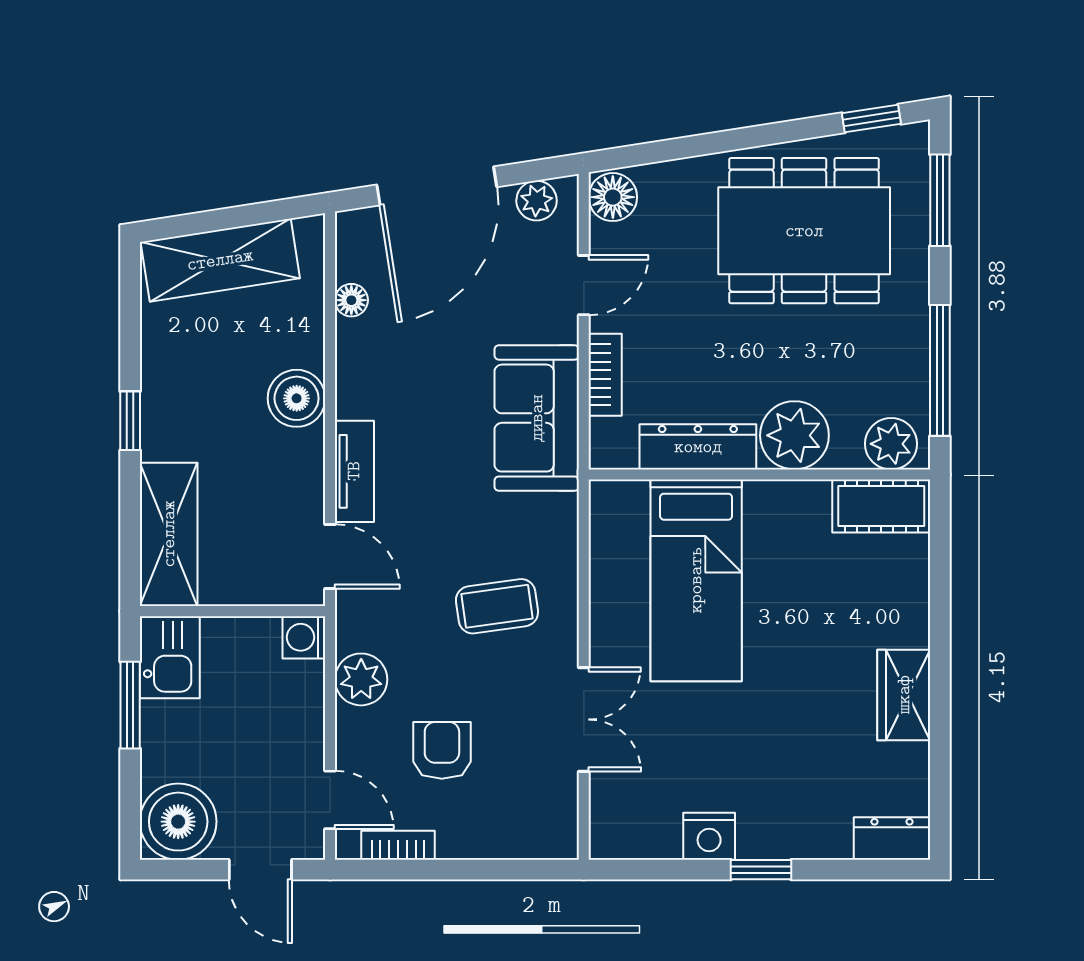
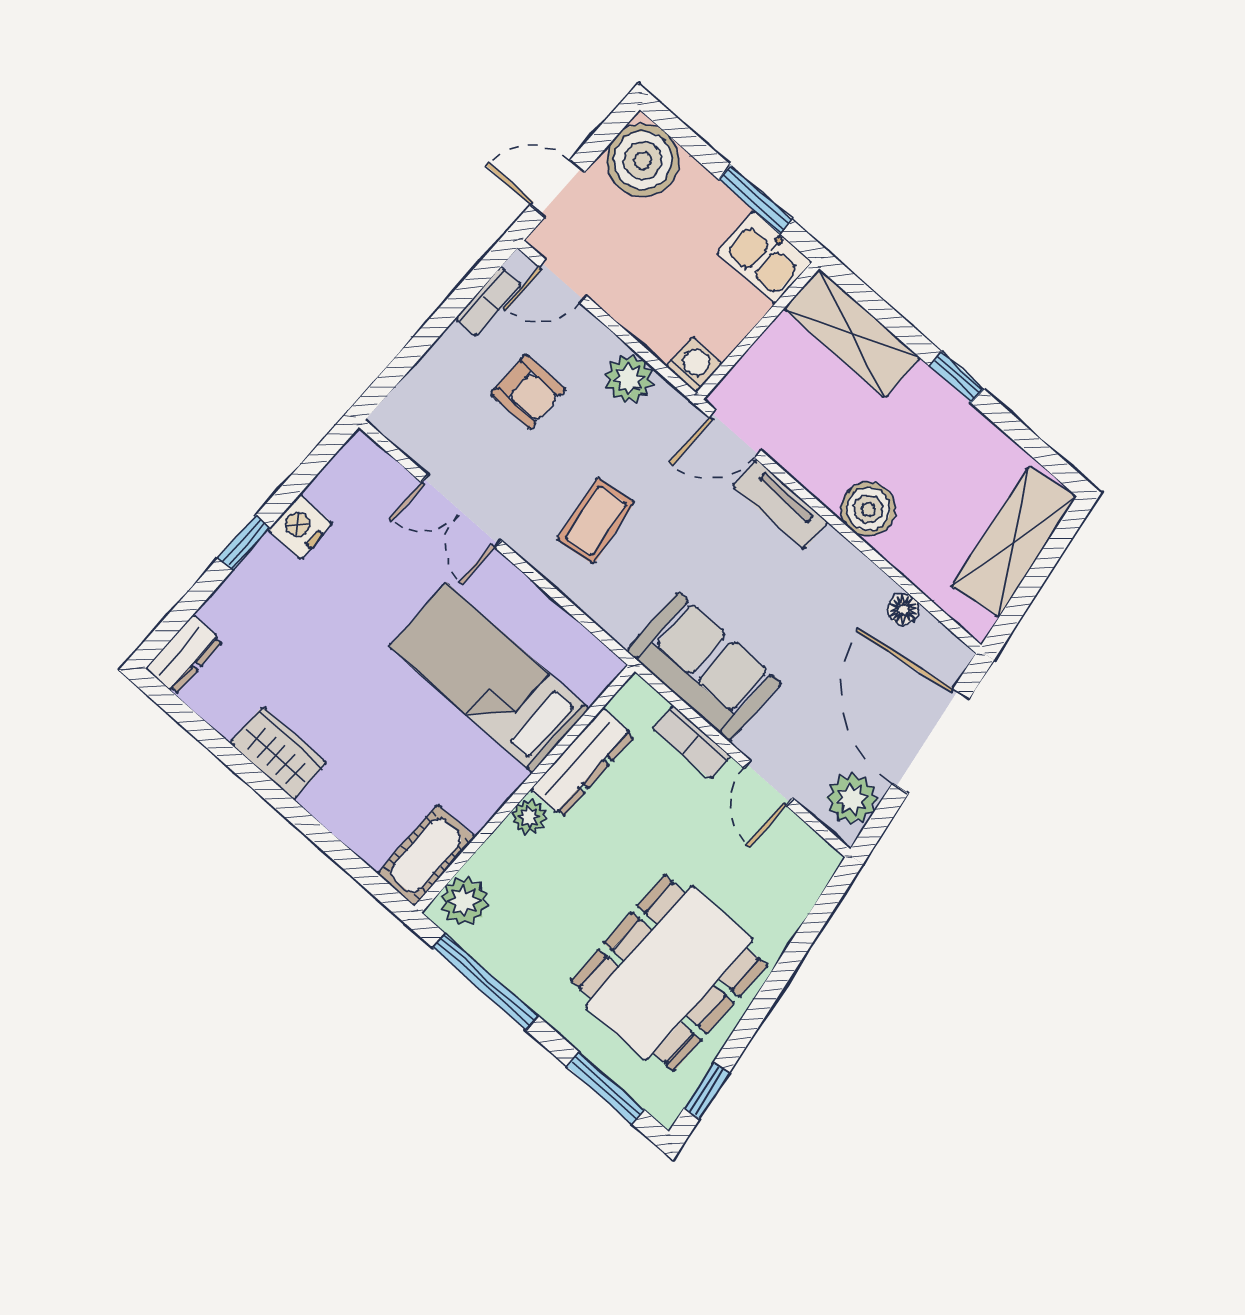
floor lamp: (613, 197) -> (813, 859), removed
plant: (537, 201) -> (852, 799), width x1.38, depth x1.38
plant: (794, 435) -> (529, 817), width x0.53, depth x0.53

